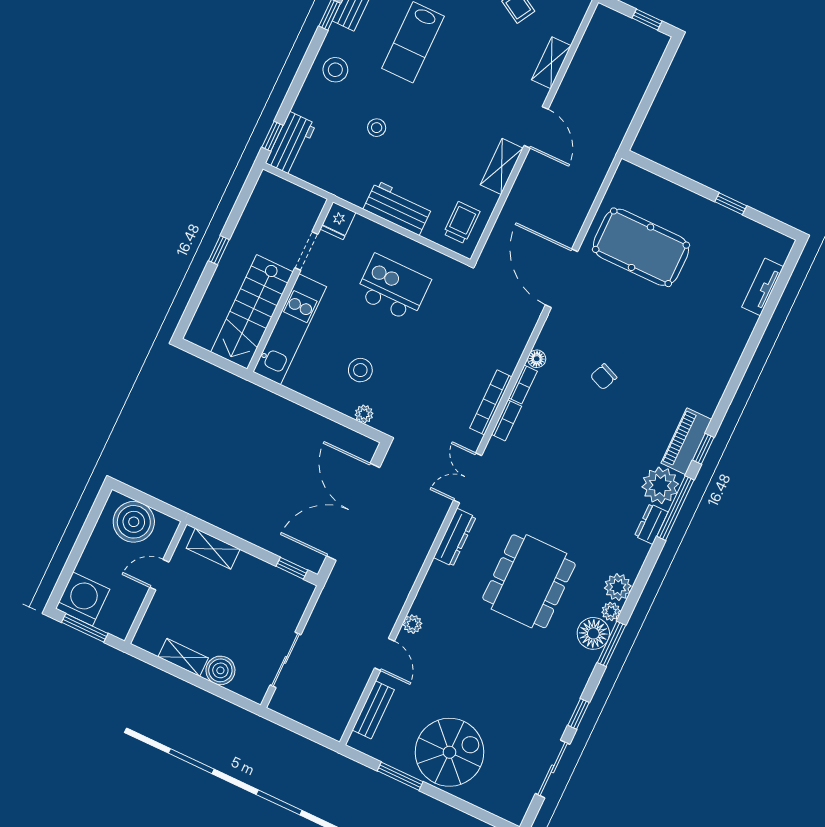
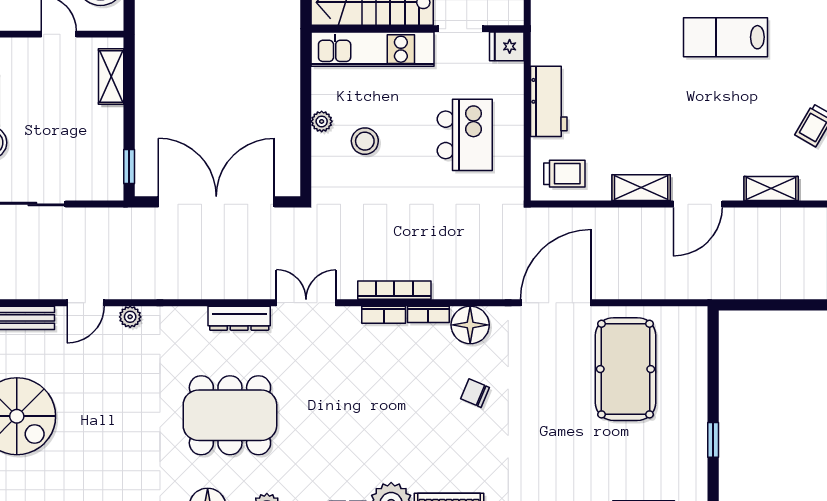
stool: (377, 128) -> (621, 41), removed
floor lamp: (537, 359) -> (470, 325), width x1.89, depth x1.89
plant: (364, 414) -> (322, 121), moved

